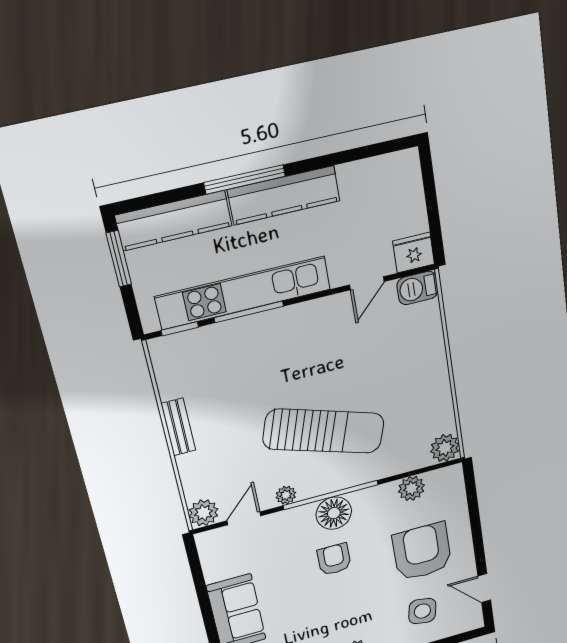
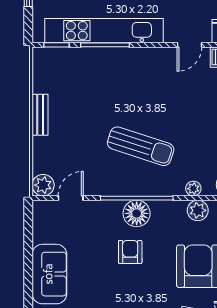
sun lounger: (324, 431) -> (141, 146), width x0.73, depth x0.75
plant: (286, 495) -> (193, 189), moved

